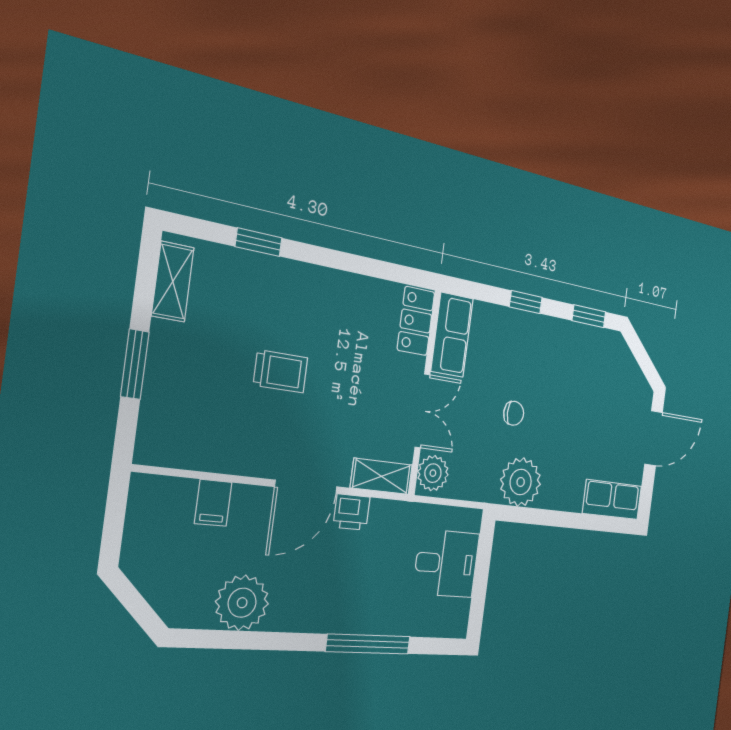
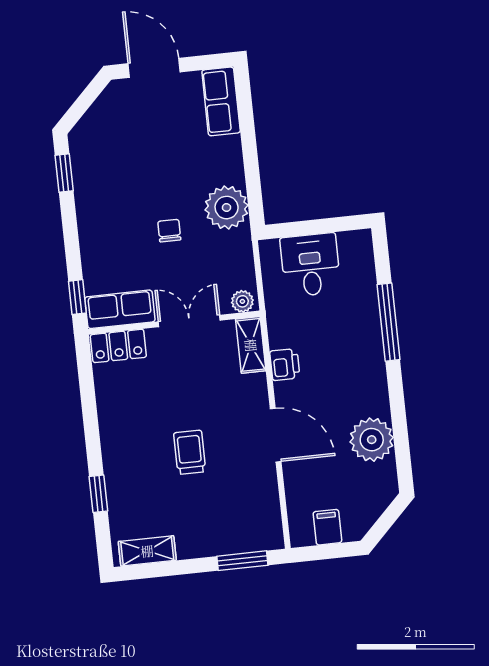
window: (526, 302) -> (77, 297), moved
window: (135, 364) -> (242, 561), moved
plant: (433, 473) -> (242, 301), width x0.73, depth x0.73
door: (306, 487) -> (276, 435), moved
filing cabinet: (213, 503) -> (327, 527), moved, turned -90

